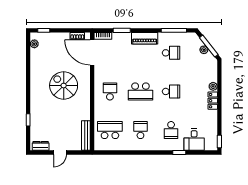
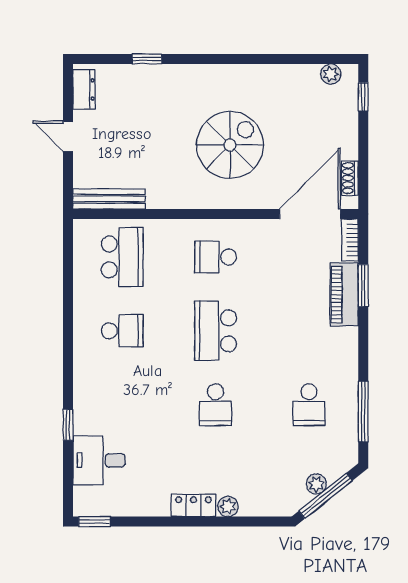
piano: (145, 38) -> (344, 294), moved
school desk: (110, 91) -> (216, 257), turned 180
school desk: (171, 130) -> (122, 405), removed

